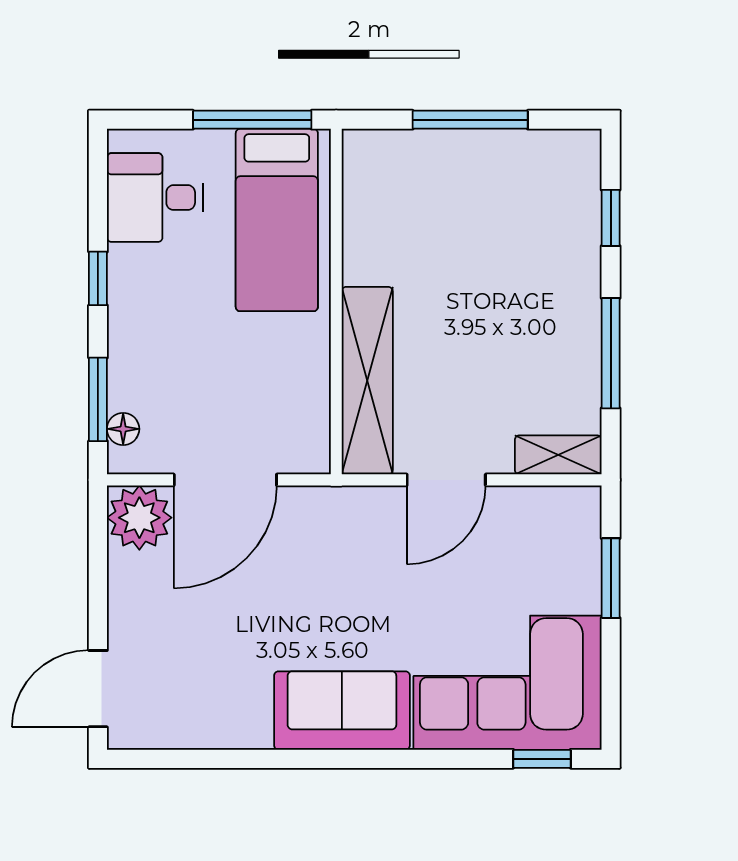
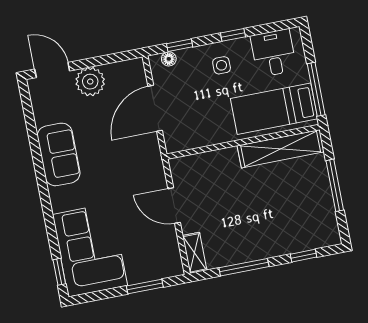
side table: (160, 316) -> (222, 65), added
shelving: (367, 381) -> (281, 149), moved
window: (98, 399) -> (180, 45), width x0.67
door: (225, 480) -> (155, 108), hinge flipped
plant: (139, 518) -> (90, 82), moved
sofa: (342, 711) -> (59, 154), moved

